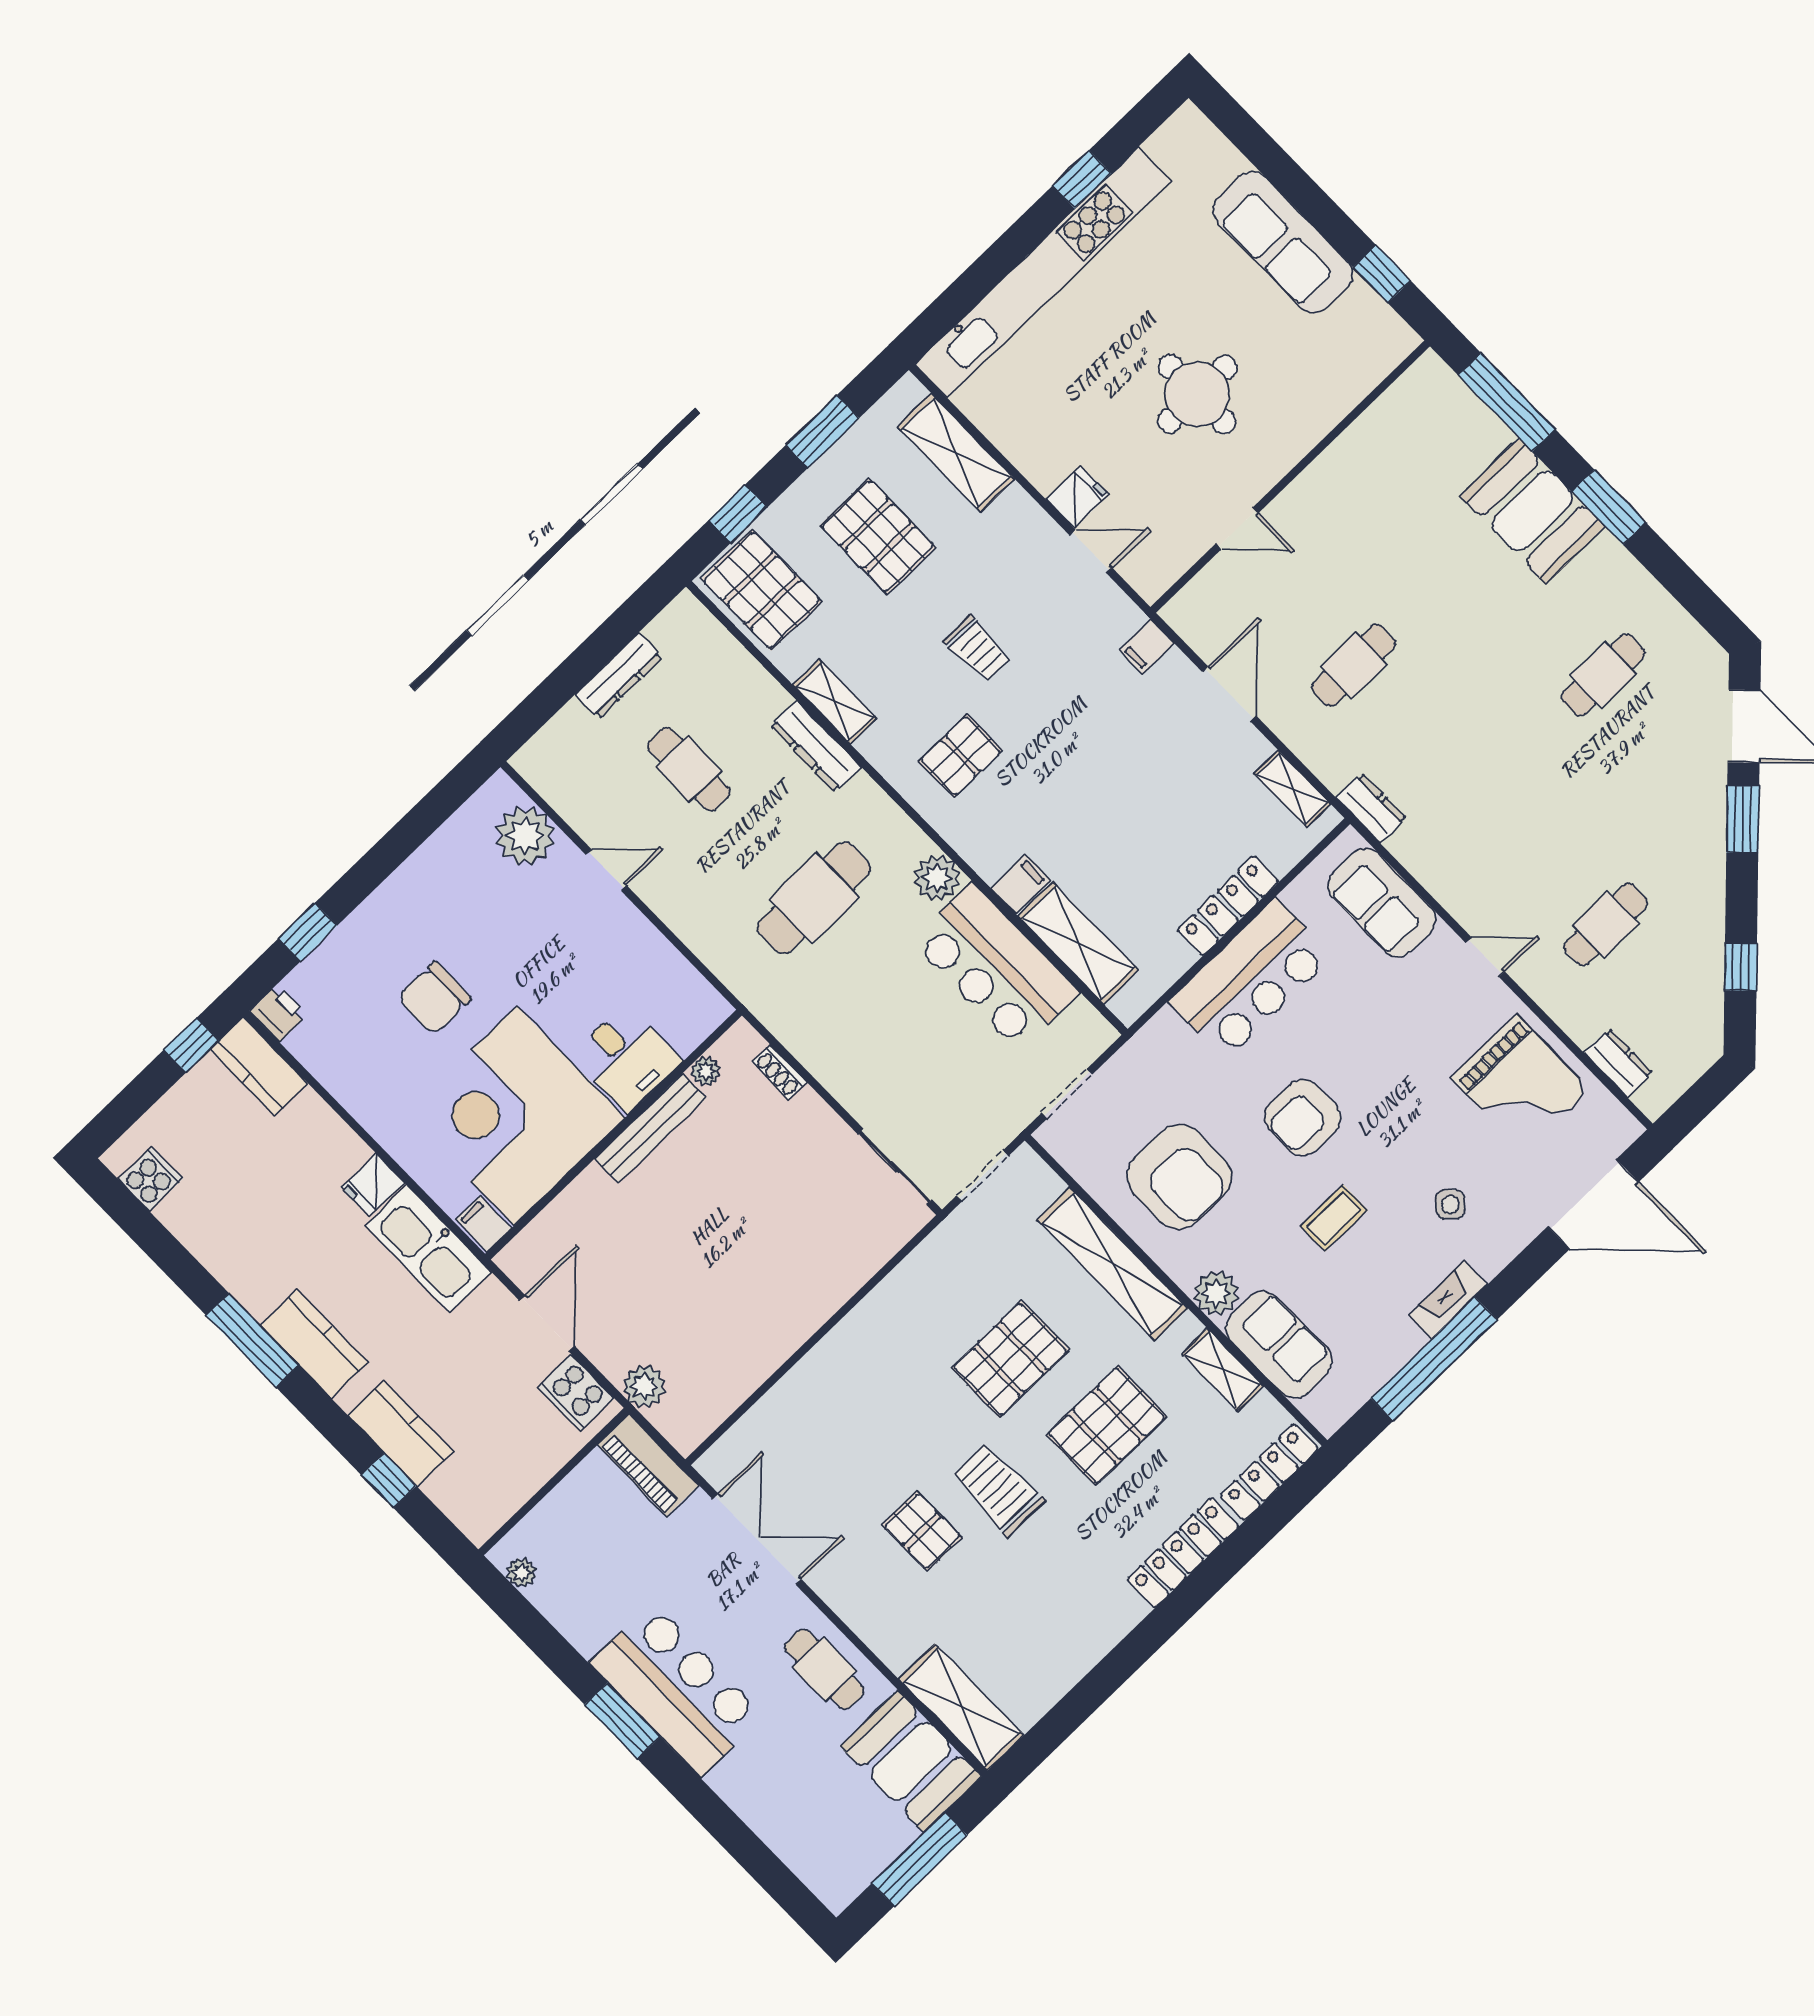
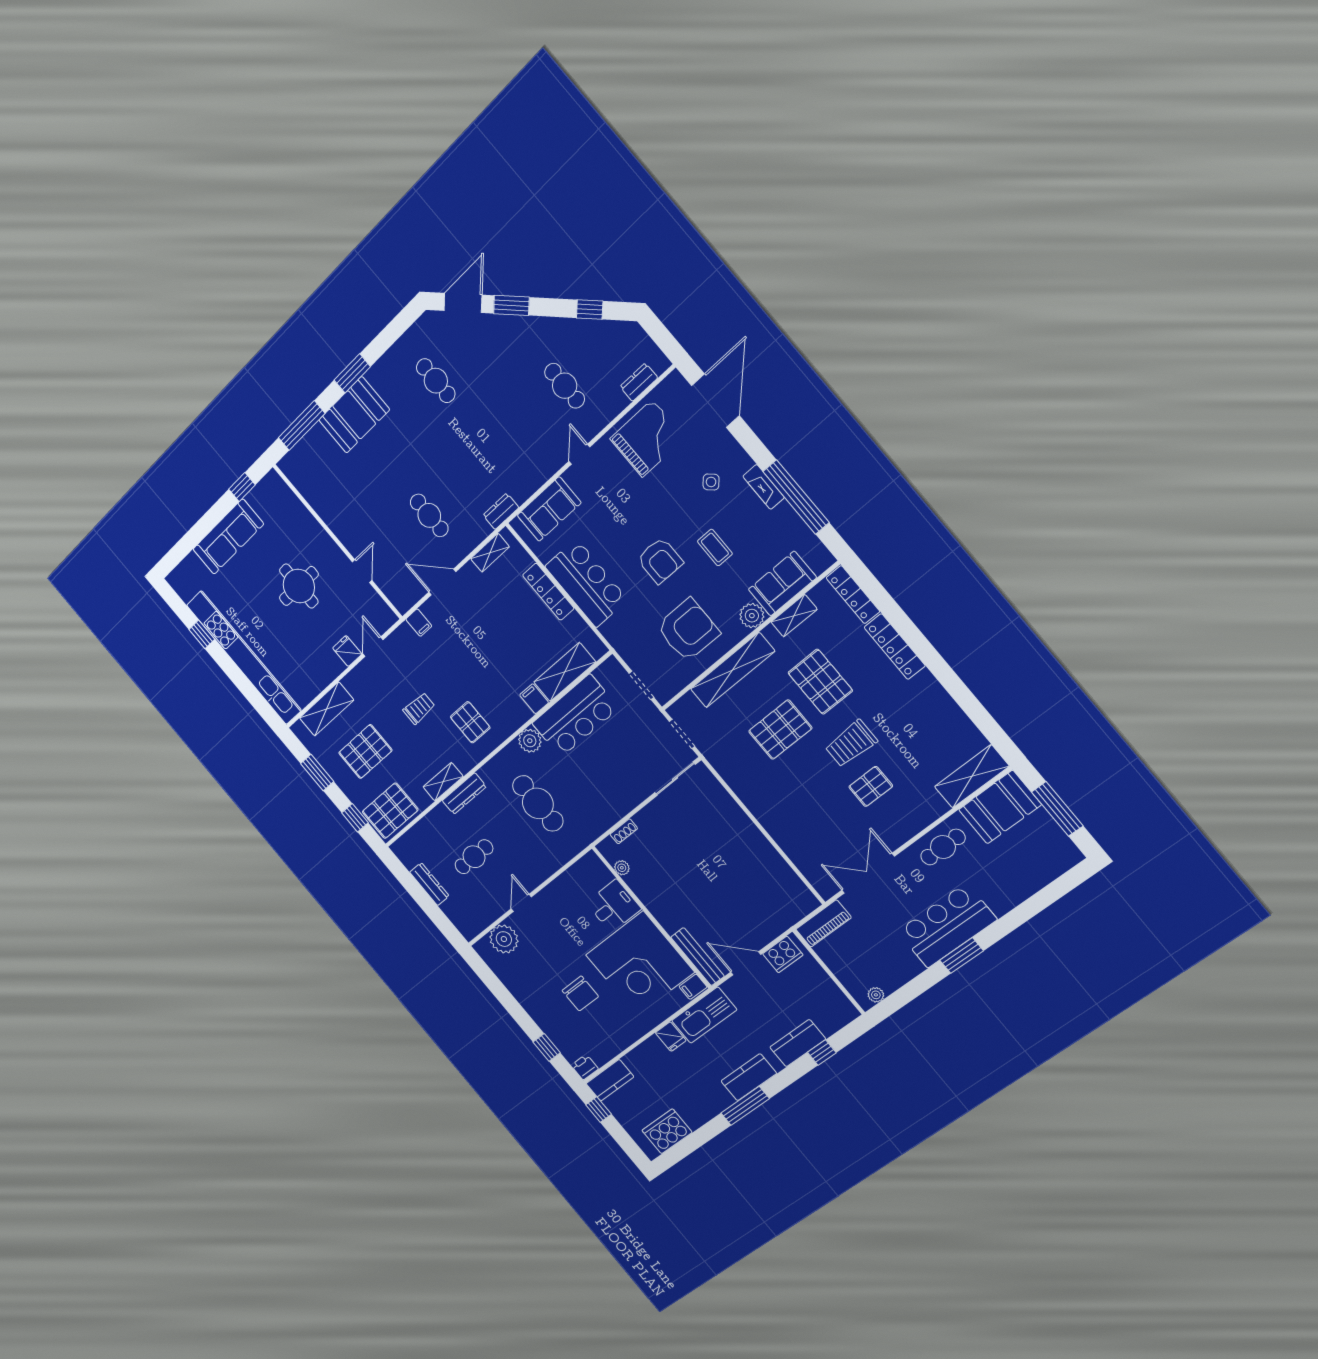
bench: (650, 1128) -> (698, 957), moved
cooker: (151, 1179) -> (667, 1131), width x1.87, depth x1.31
pallet: (1010, 1359) -> (780, 730), turned 90
plant: (644, 1387) -> (782, 920), removed

